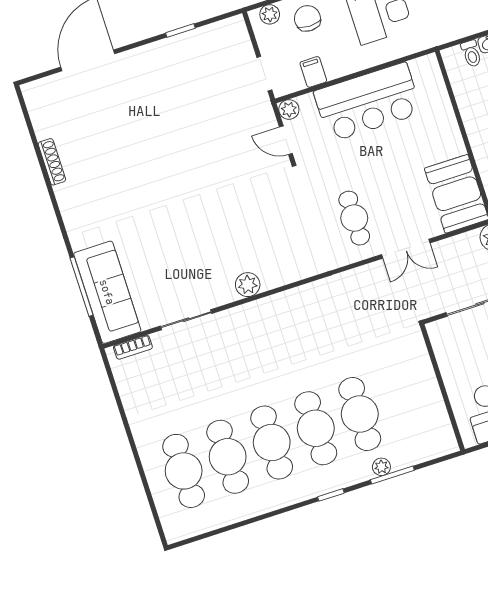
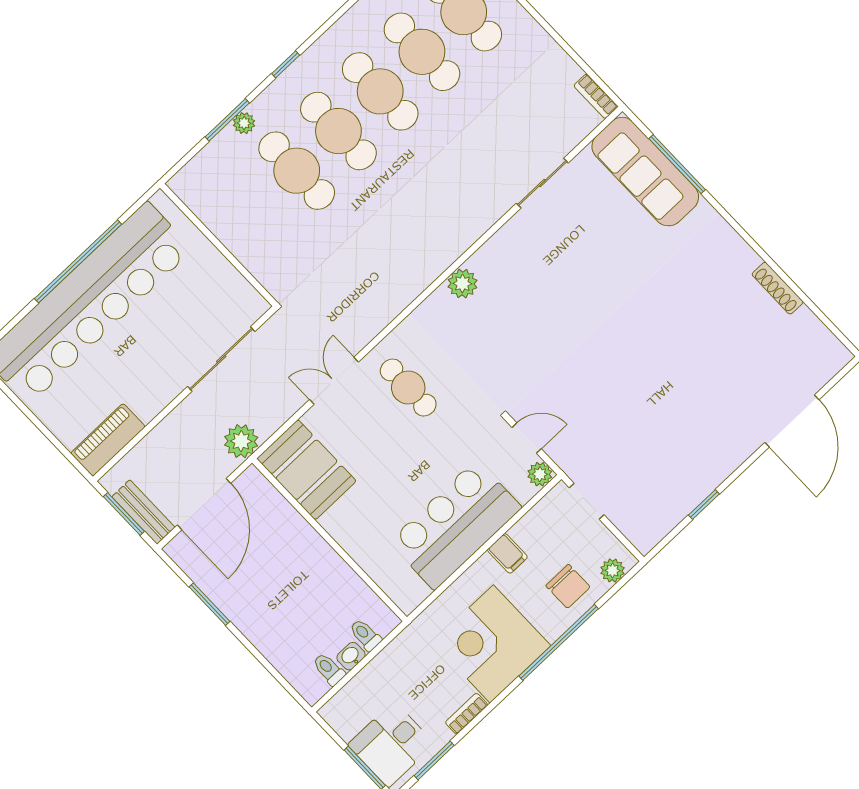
filing cabinet: (313, 72) -> (507, 553), moved
plant: (248, 285) -> (462, 284), moved
bookcase: (133, 347) -> (596, 96), moved, turned -90

